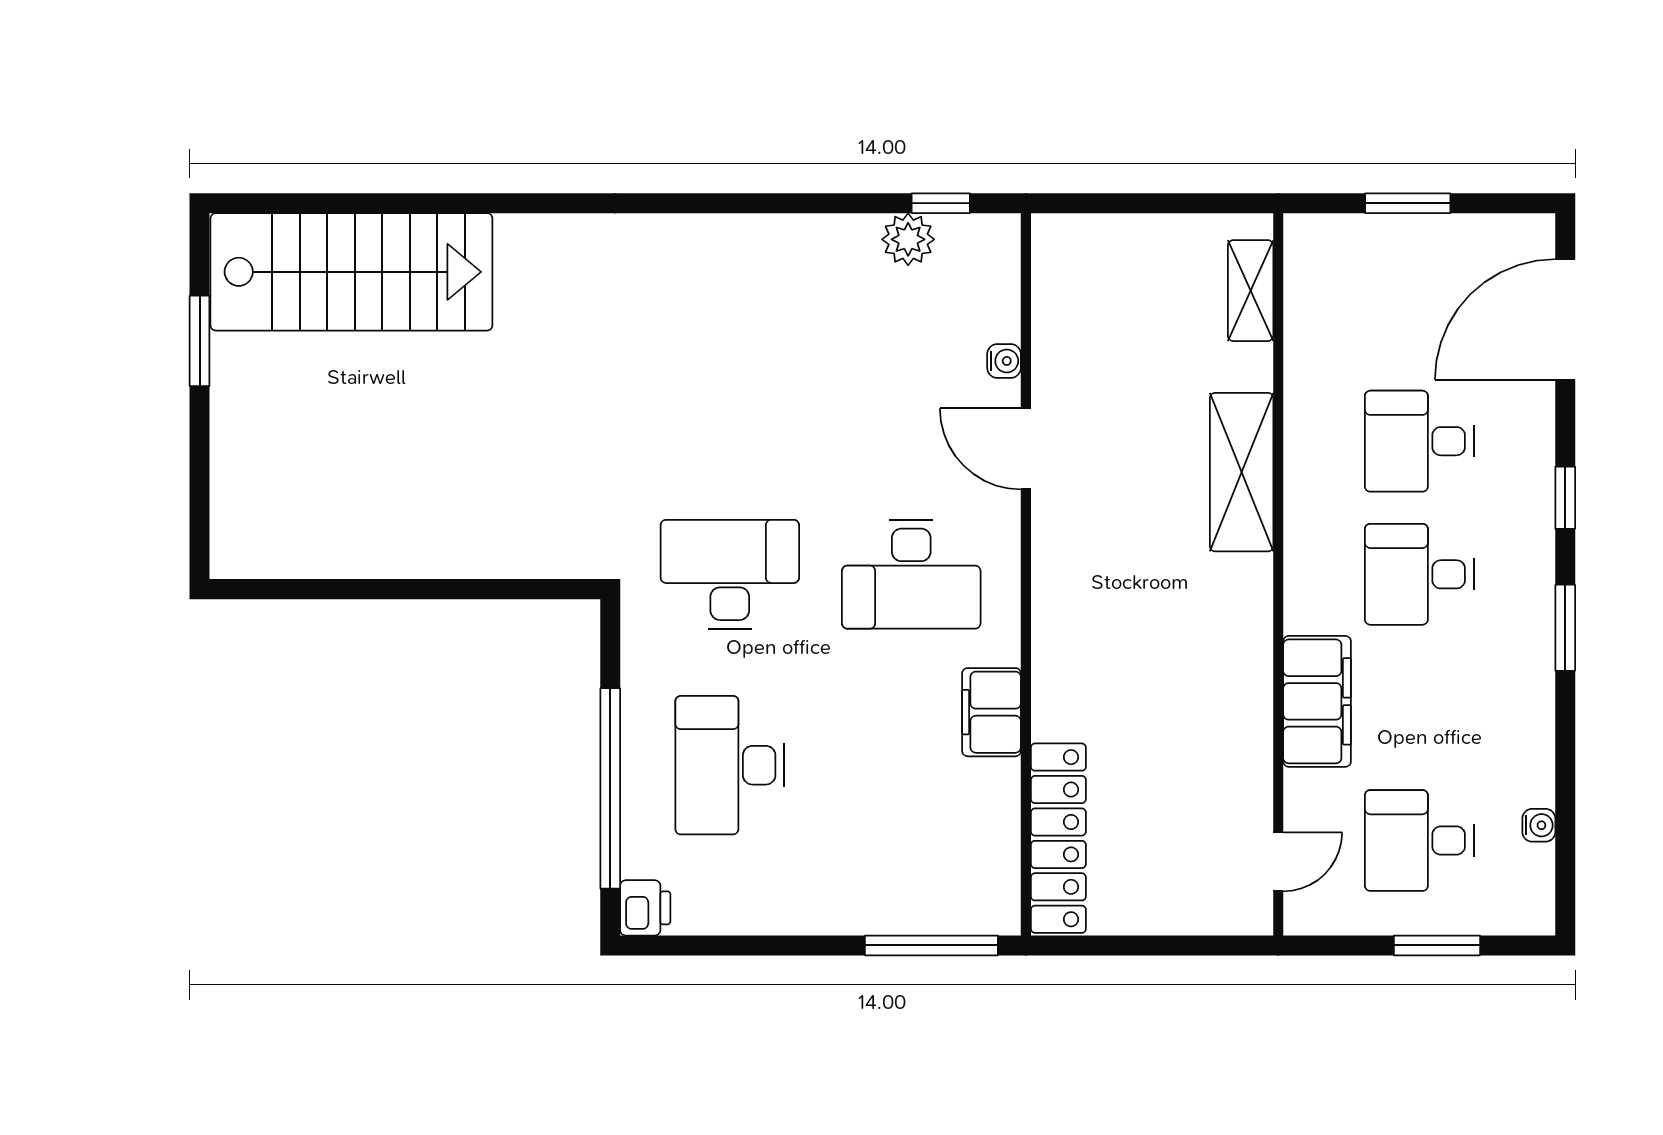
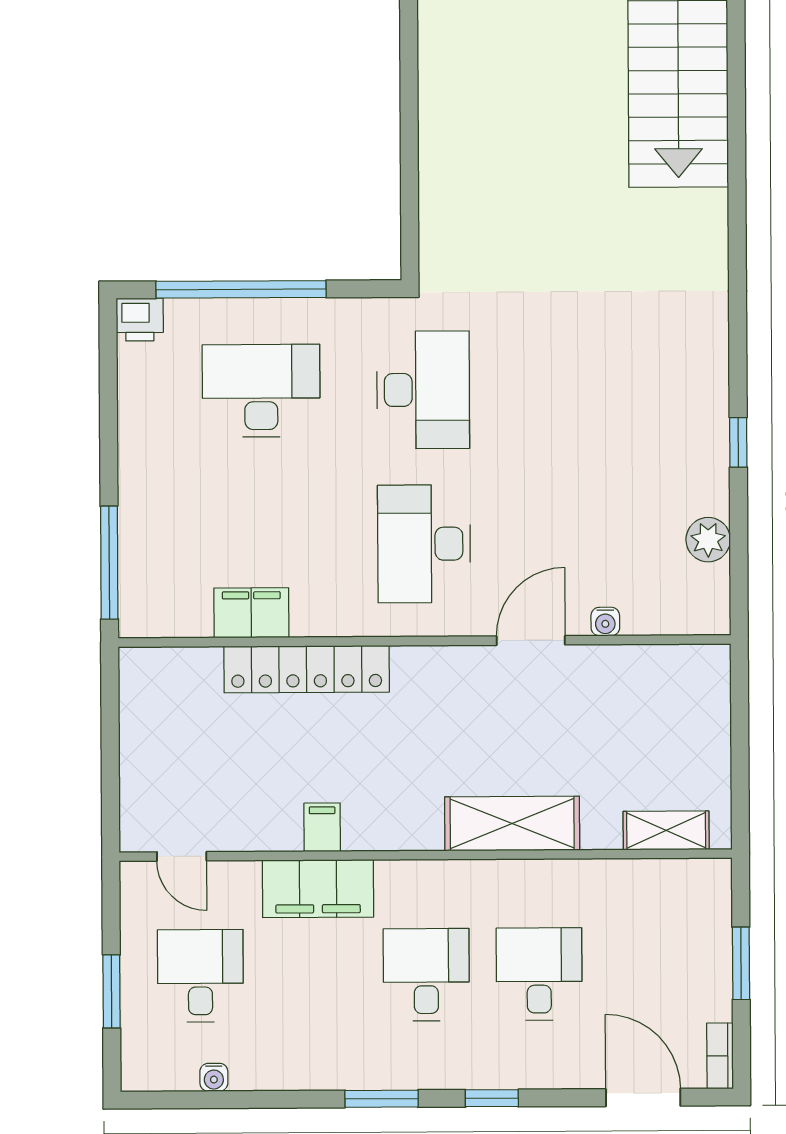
window: (941, 203) -> (738, 442), moved
bookcase: (1517, 229) -> (720, 1056), added
door: (1565, 319) -> (643, 1097), width x0.73
filing cabinet: (1245, 696) -> (322, 827), added
filing cabinet: (992, 712) -> (251, 613), moved
locker: (1058, 838) -> (307, 669), moved

